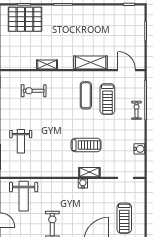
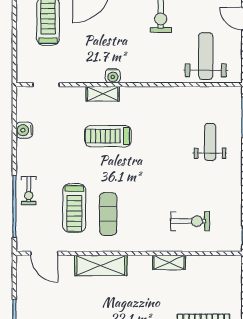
treadmill: (107, 99) -> (74, 208), turned 180

